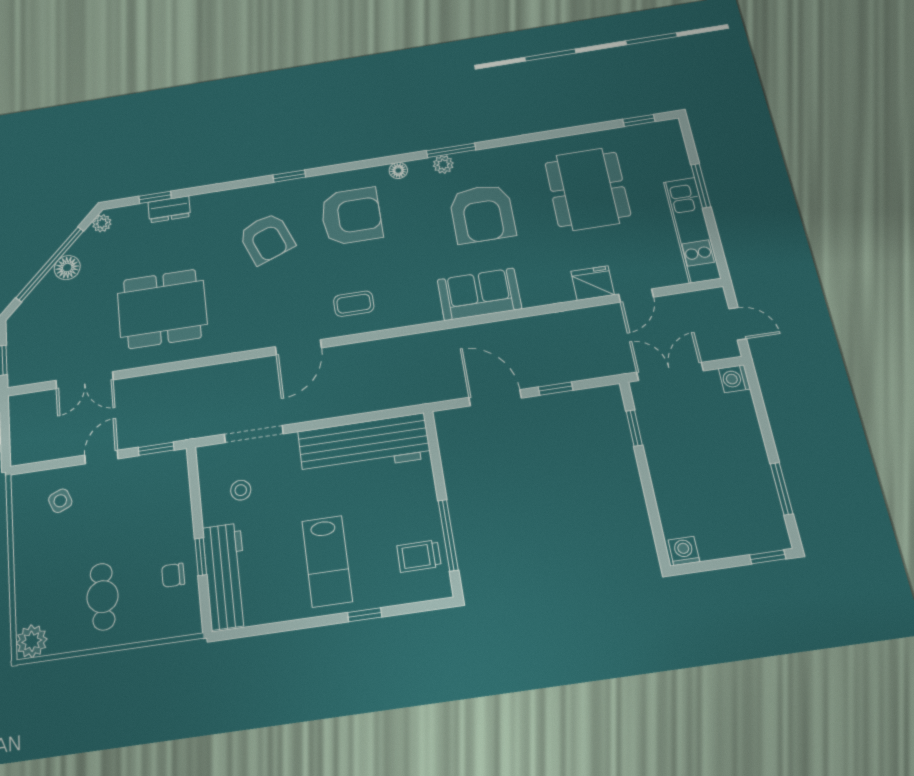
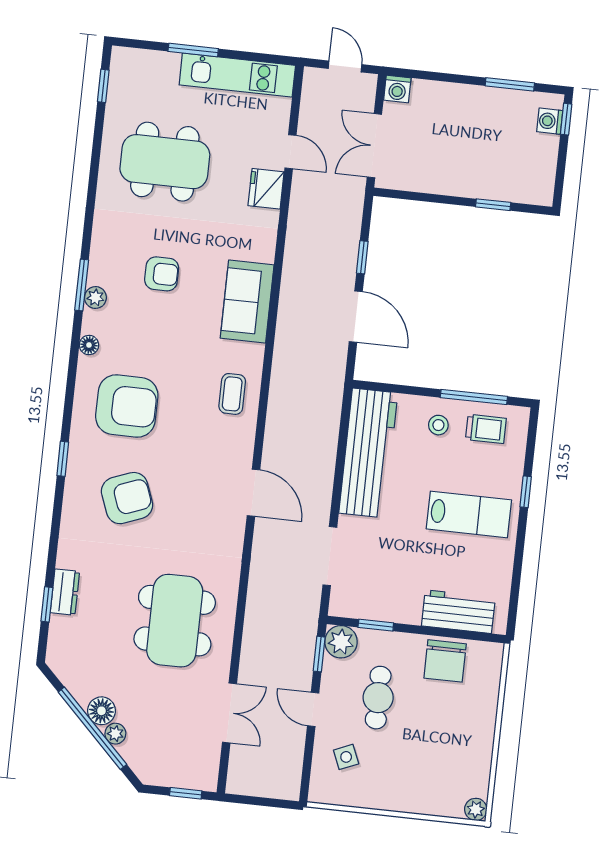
armchair: (482, 214) -> (162, 274), width x0.53, depth x0.53
armchair: (351, 216) -> (127, 406), turned 90
plant: (102, 223) -> (115, 734), moved
coffee table: (354, 304) -> (232, 394), moved
door: (738, 324) -> (345, 66), hinge flipped
door: (495, 398) -> (356, 317), swing flipped
window: (634, 428) -> (493, 205), moved
plant: (172, 467) -> (341, 642), added
stool: (241, 490) -> (438, 425), moved
washing machine: (684, 551) -> (550, 121), moved
trolley: (419, 556) -> (486, 429), turned -90
window: (201, 557) -> (376, 625), moved
chair: (173, 575) -> (445, 661), width x1.87, depth x1.87
workbench: (226, 576) -> (458, 612), width x0.73
cafe table: (103, 597) -> (378, 698), moved, turned 90
plant: (32, 641) -> (476, 809), width x0.73, depth x0.73

